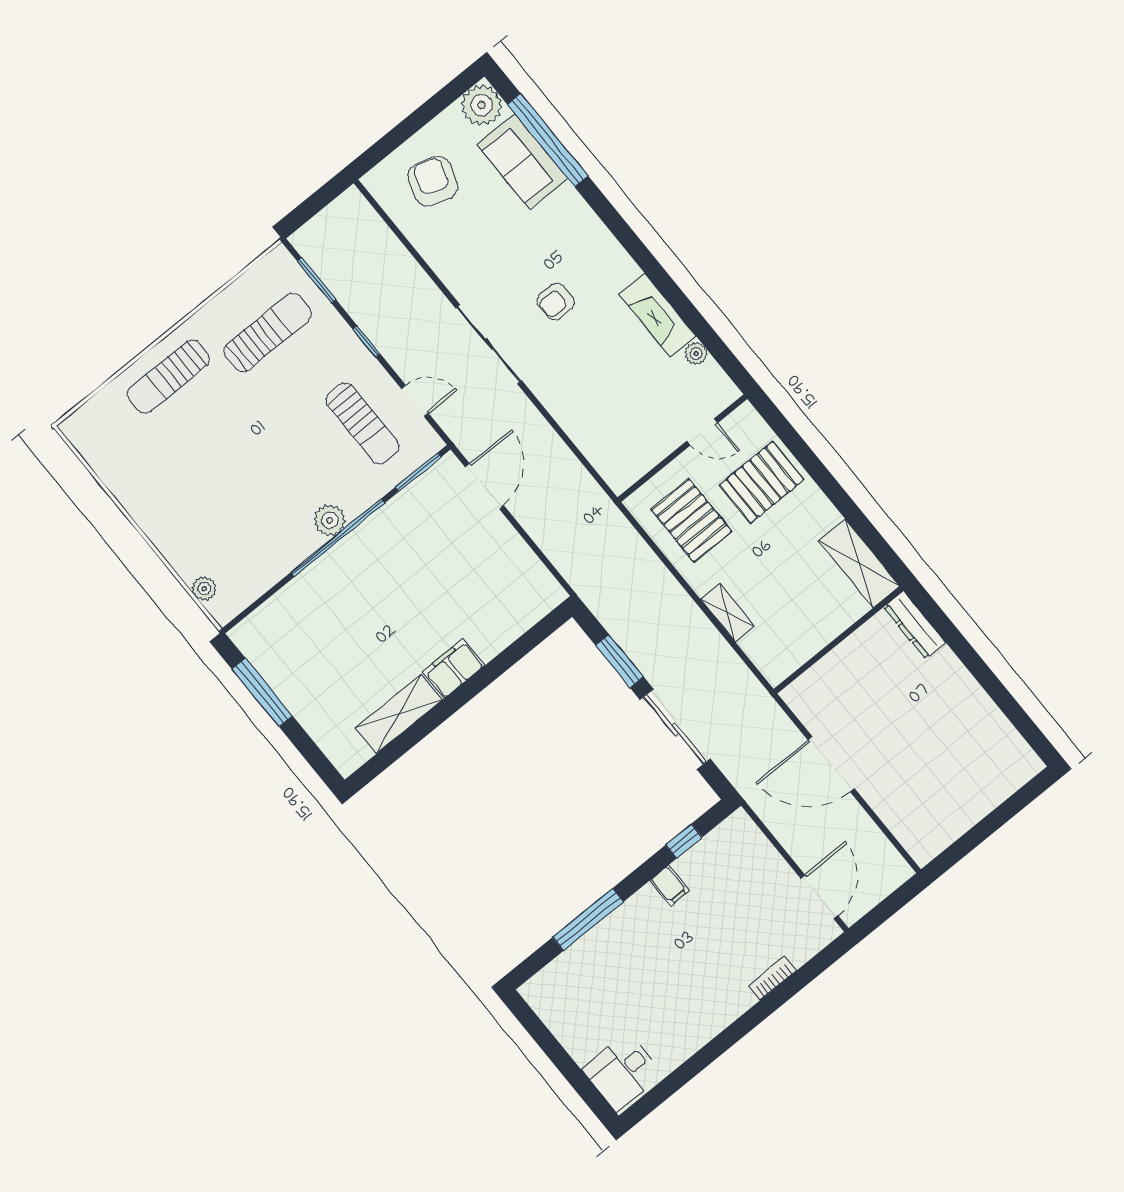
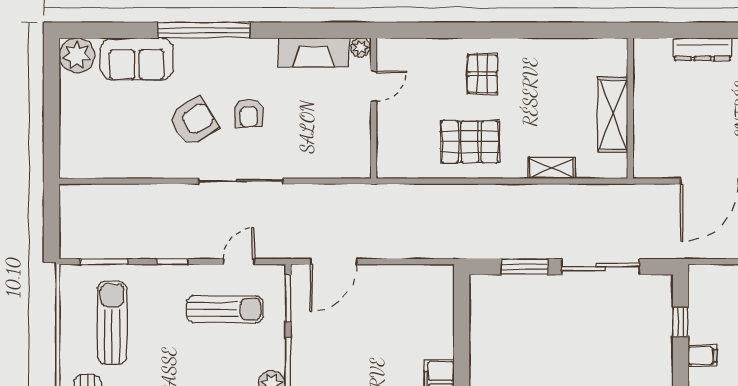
window: (548, 140) -> (204, 30), moved
armchair: (433, 181) -> (194, 122), moved, turned 130
door: (702, 432) -> (374, 86), moved
wall: (682, 448) -> (374, 108), moved
pallet: (762, 482) -> (483, 74), width x0.67, depth x0.71
door: (484, 486) -> (334, 262), swing flipped
shelving: (859, 563) -> (613, 115), moved, turned 90
dresser: (915, 625) -> (703, 49), moved

